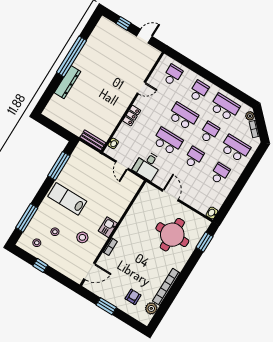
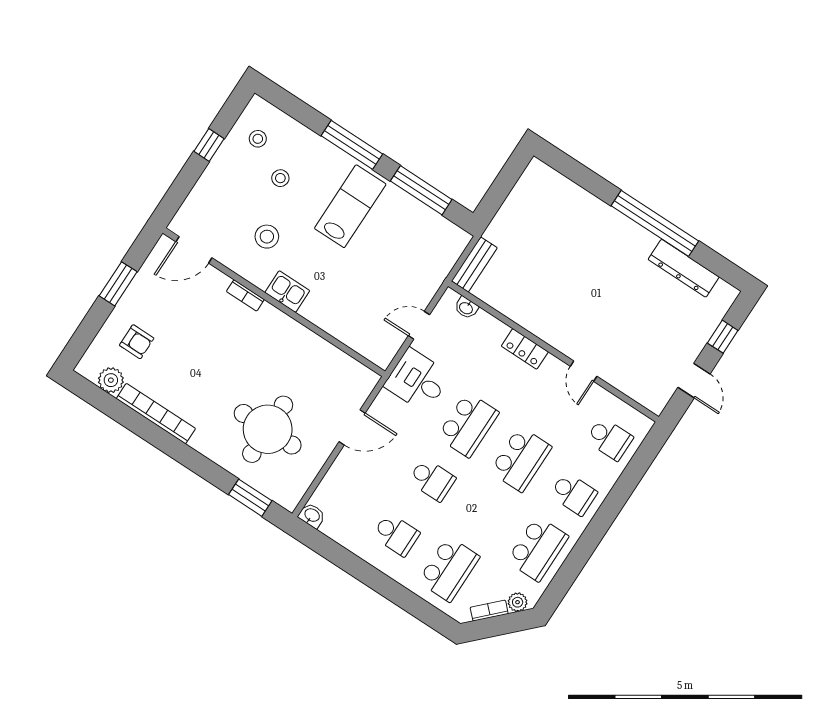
dresser: (67, 82) -> (684, 268), moved
school desk: (209, 132) -> (485, 514), removed
window: (27, 218) -> (352, 145), moved
door: (89, 271) -> (194, 250), hinge flipped

